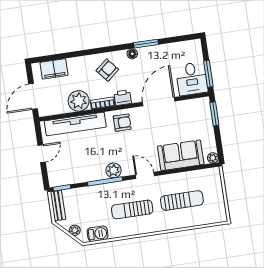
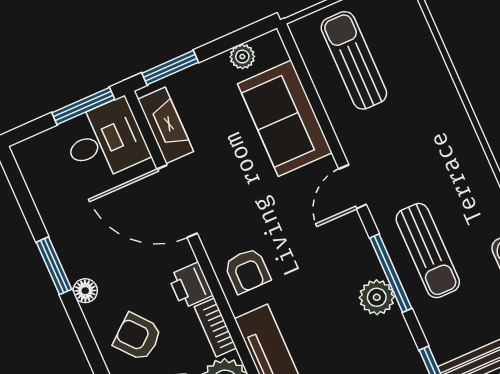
fireplace: (191, 105) -> (166, 125), added
armchair: (122, 123) -> (247, 271), turned 180
plant: (213, 158) -> (242, 57), moved
plant: (114, 170) -> (377, 297), moved
sun lounger: (182, 200) -> (354, 60), moved
sun lounger: (132, 209) -> (428, 251), moved

